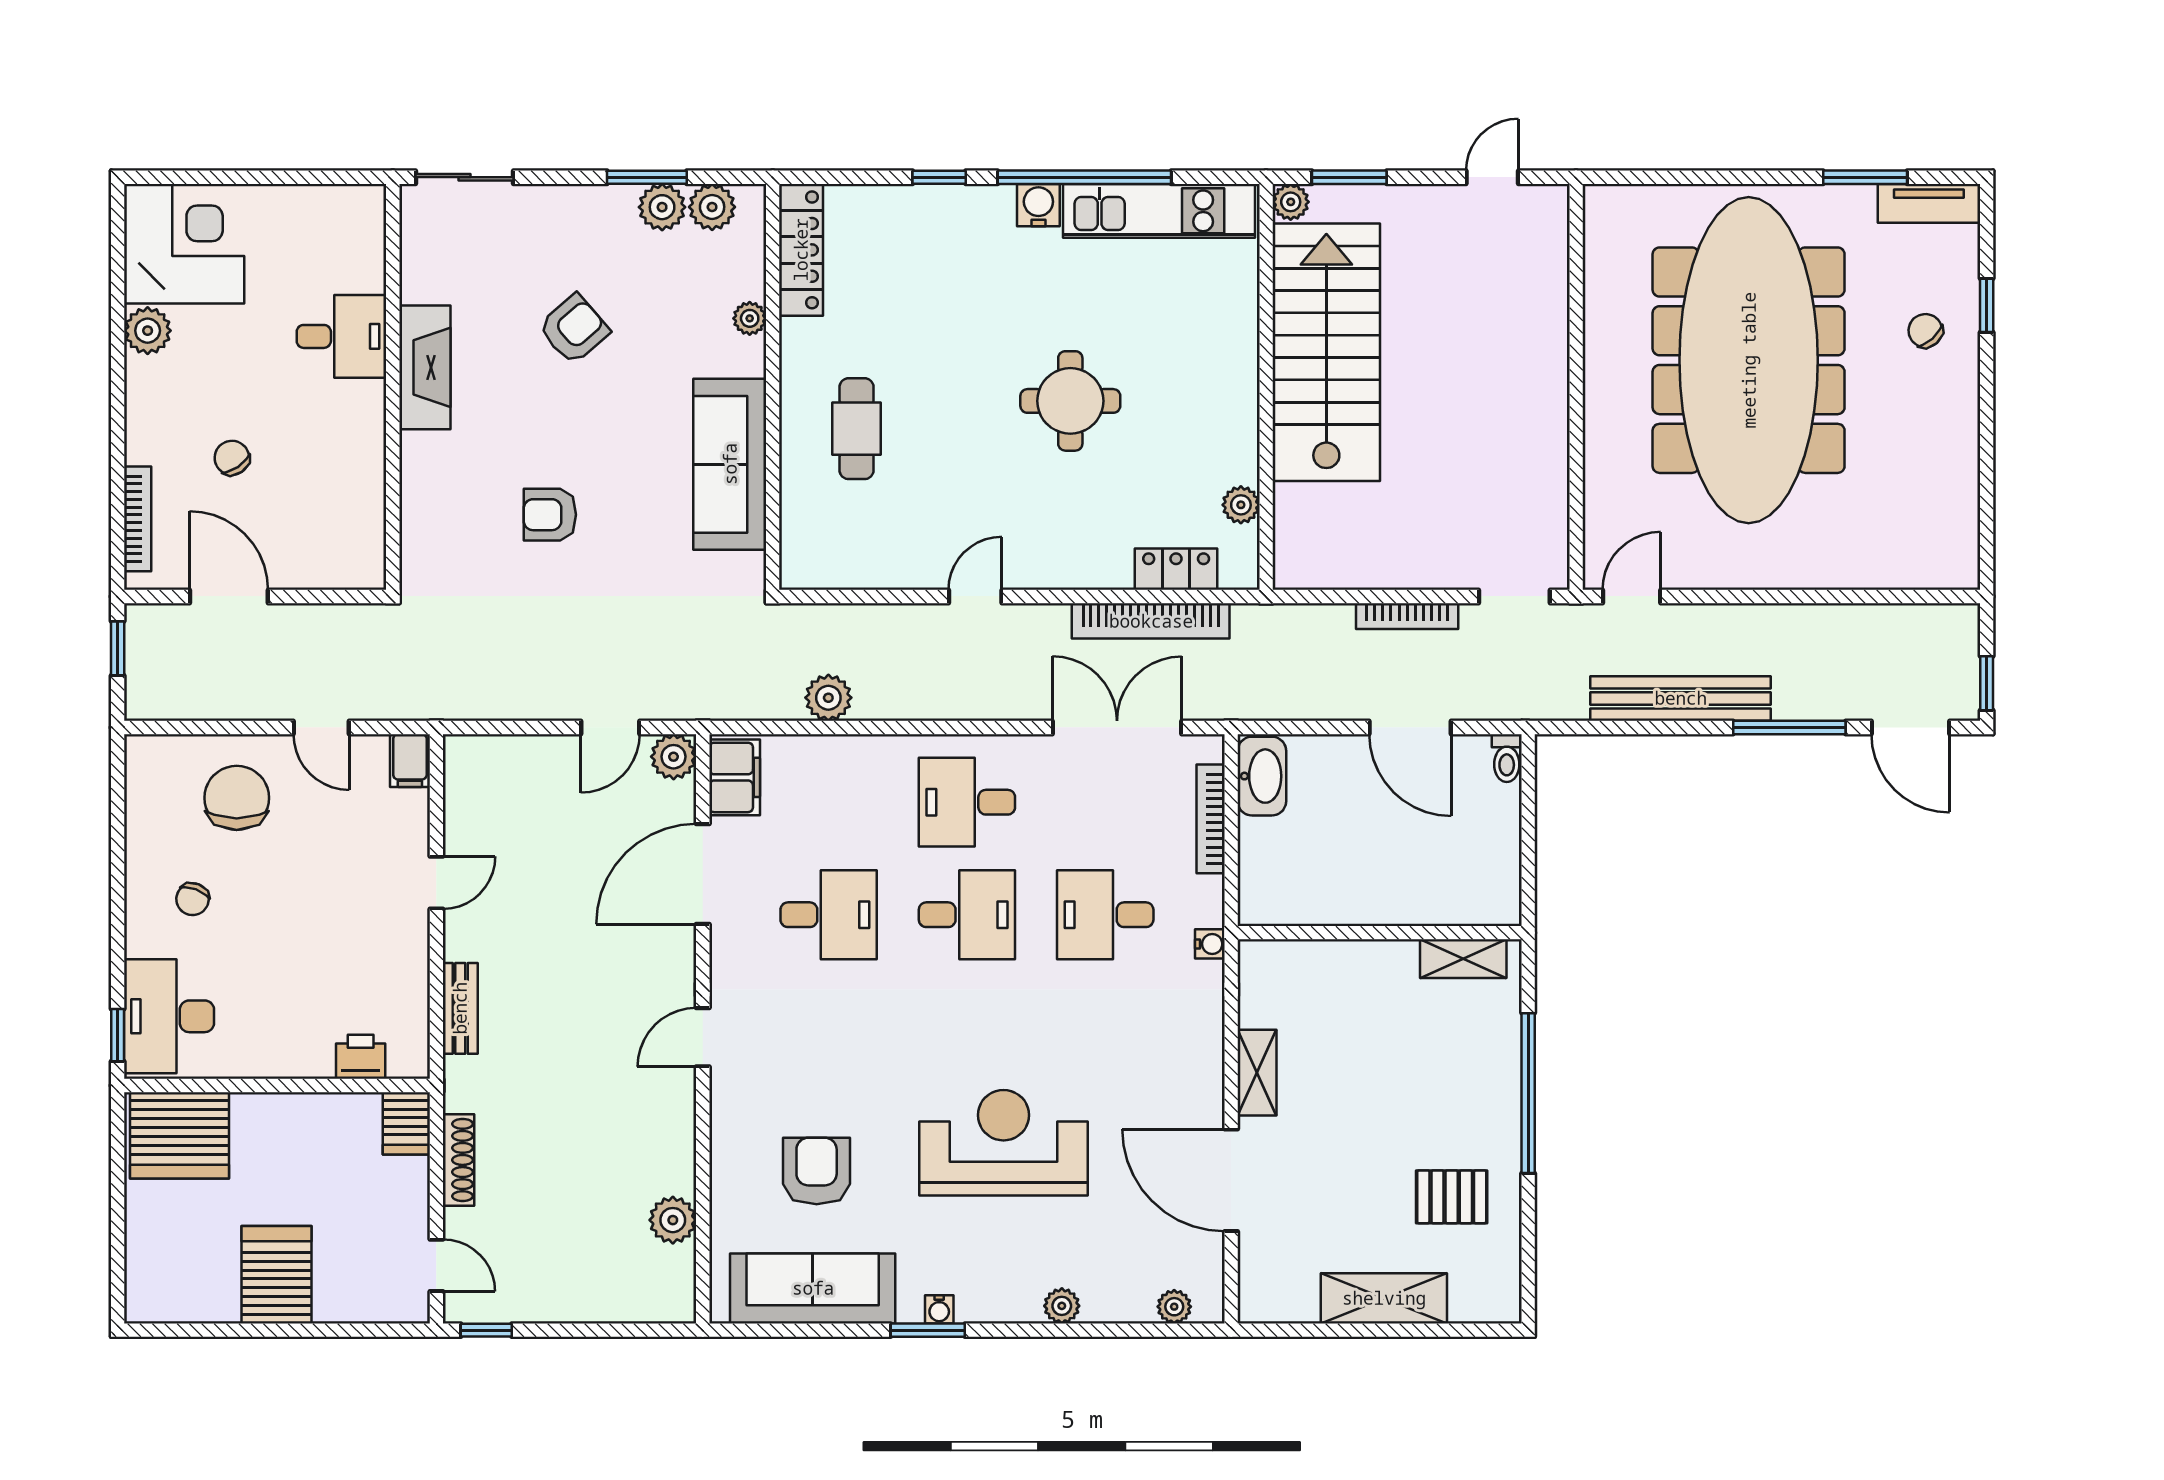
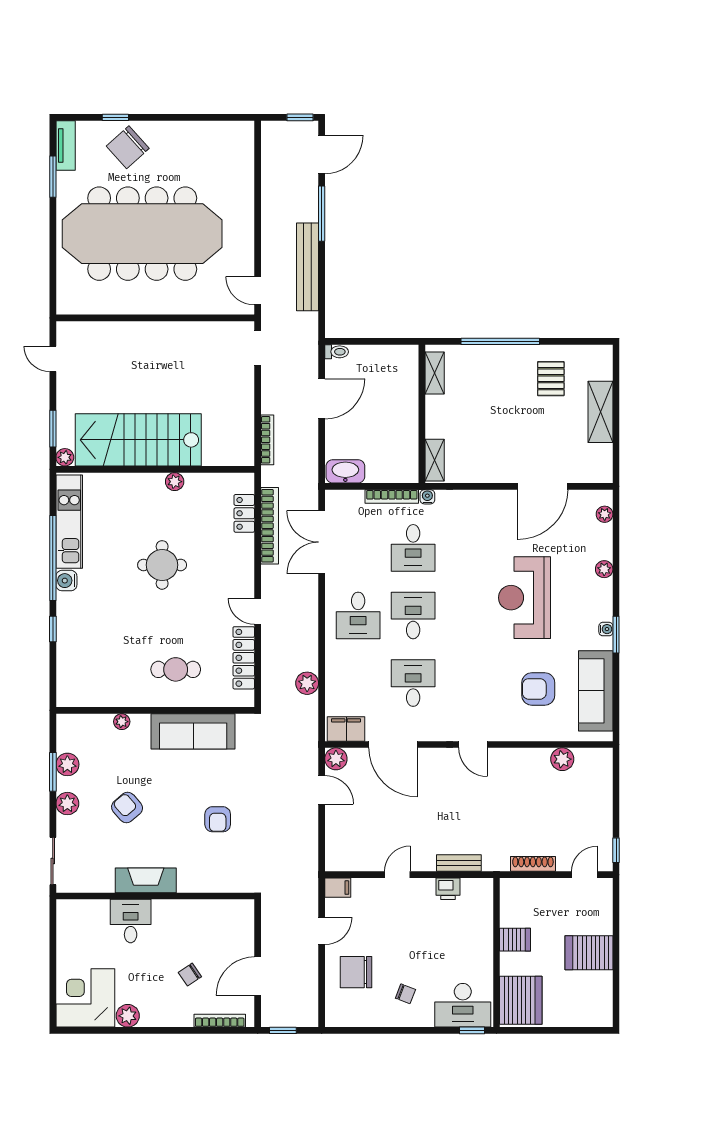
plant: (712, 207) -> (67, 804), moved
locker: (801, 250) -> (244, 658), moved, turned -90
chair: (1925, 331) -> (128, 147), width x1.87, depth x1.87
plant: (1241, 505) -> (175, 482), moved
bookcase: (1407, 616) -> (267, 440), moved
bookcase: (1211, 819) -> (392, 496), moved
door: (436, 883) -> (397, 875), hinge flipped
printer: (361, 1057) -> (448, 889), moved, turned -90
shelving: (1257, 1073) -> (435, 460), moved, turned 90
server rack: (406, 1123) -> (515, 940), moved

